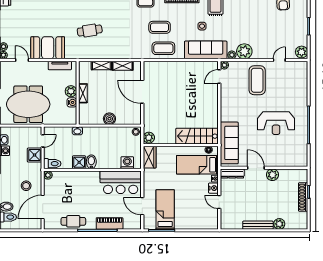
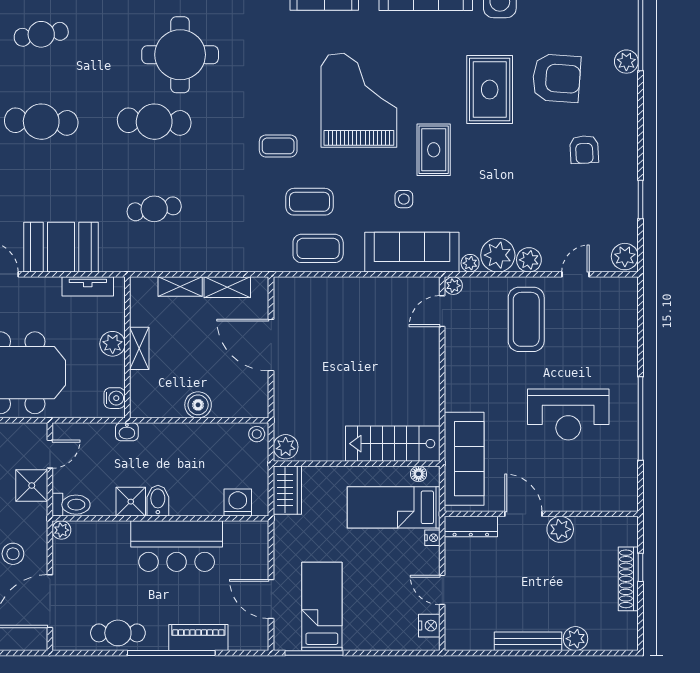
plant: (258, 53) -> (529, 260), added
water cooler: (72, 102) -> (115, 398), moved
bar counter: (121, 182) -> (177, 546), moved
nightstand: (213, 188) -> (429, 626), moved

